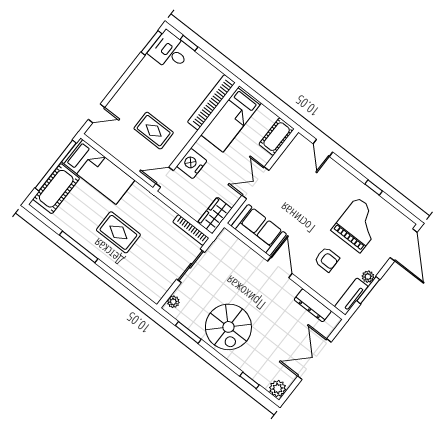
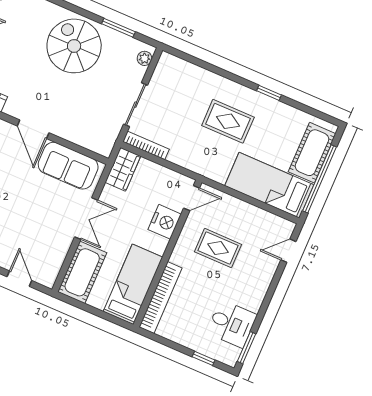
desk: (170, 51) -> (232, 324), moved
cot: (277, 137) -> (82, 272), width x1.37, depth x1.34
window: (79, 247) -> (269, 93), width x0.46

